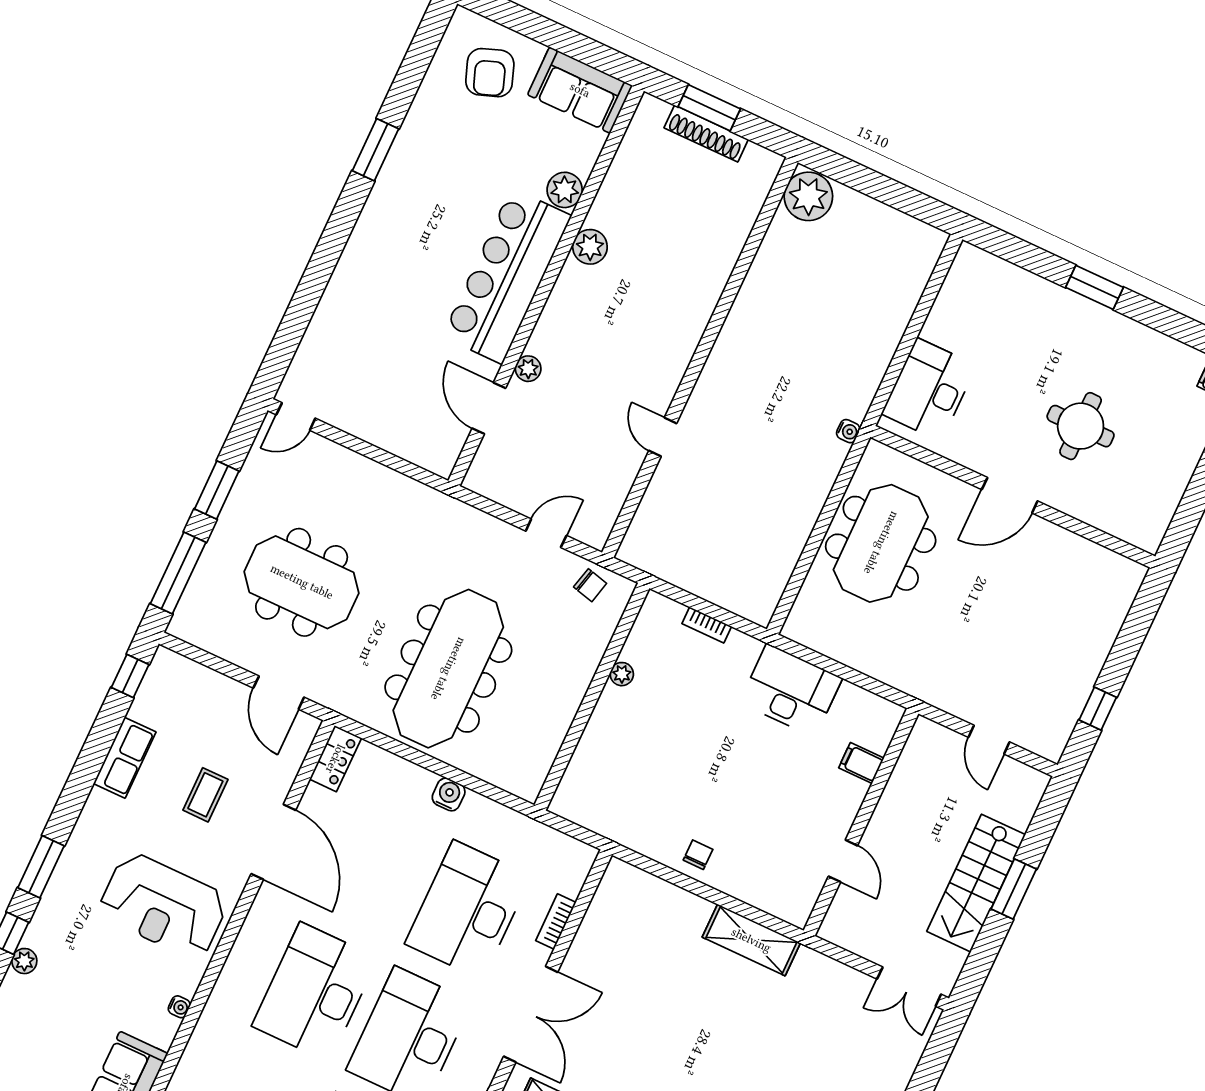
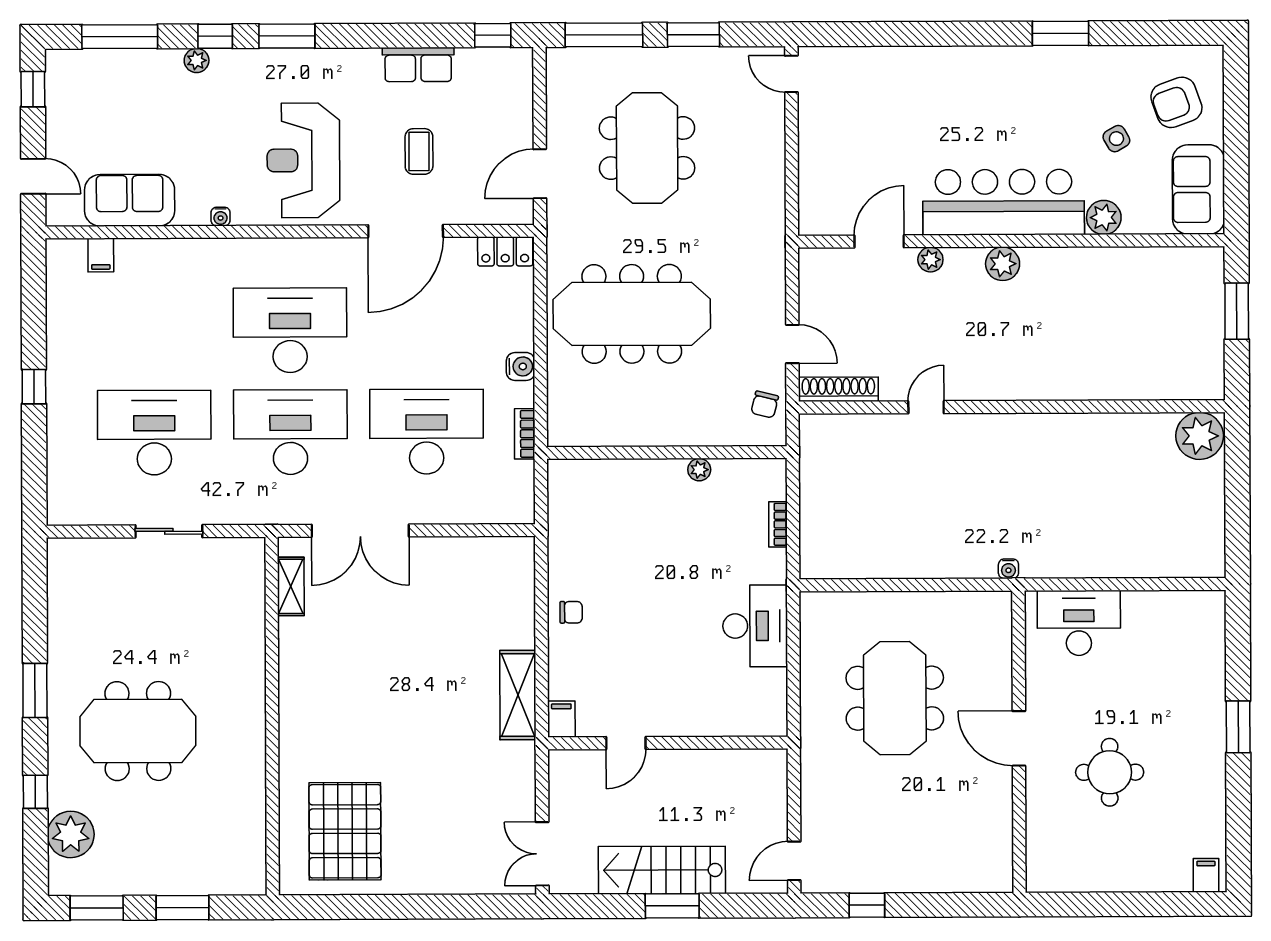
shoe rack: (706, 134) -> (838, 389), moved, turned 90
side table: (497, 144) -> (1116, 139), added
plant: (590, 247) -> (1003, 264), moved
meeting table: (881, 543) -> (895, 698), moved, turned 90
door: (989, 740) -> (794, 861), moved
filing cabinet: (861, 763) -> (561, 719), moved
coffee table: (205, 795) -> (419, 151), turned 90
bookcase: (556, 922) -> (525, 434), moved, turned -90

